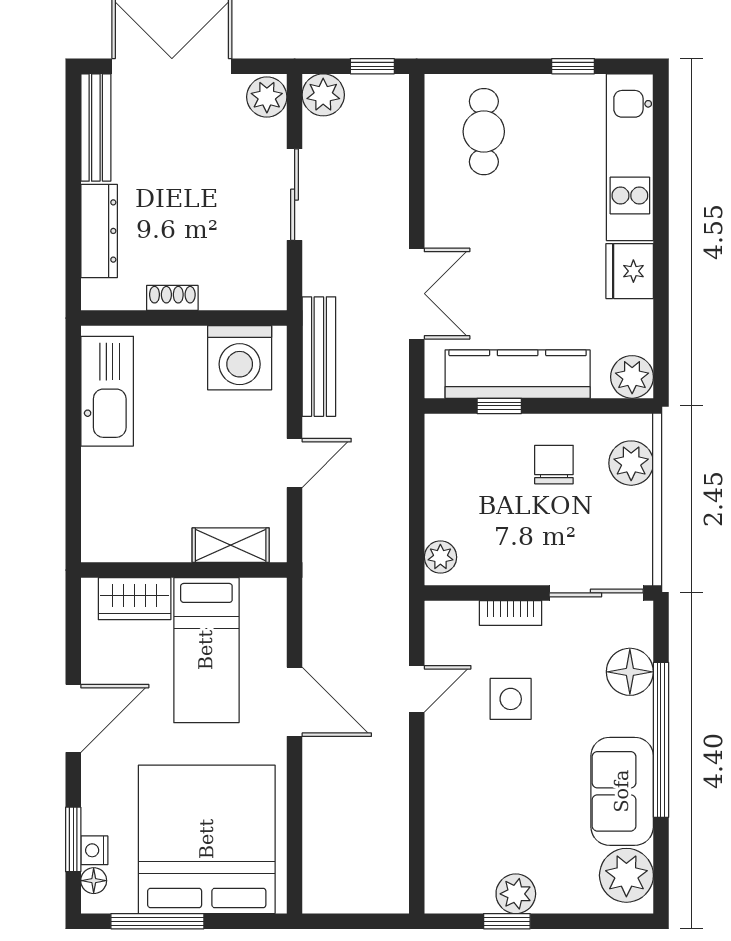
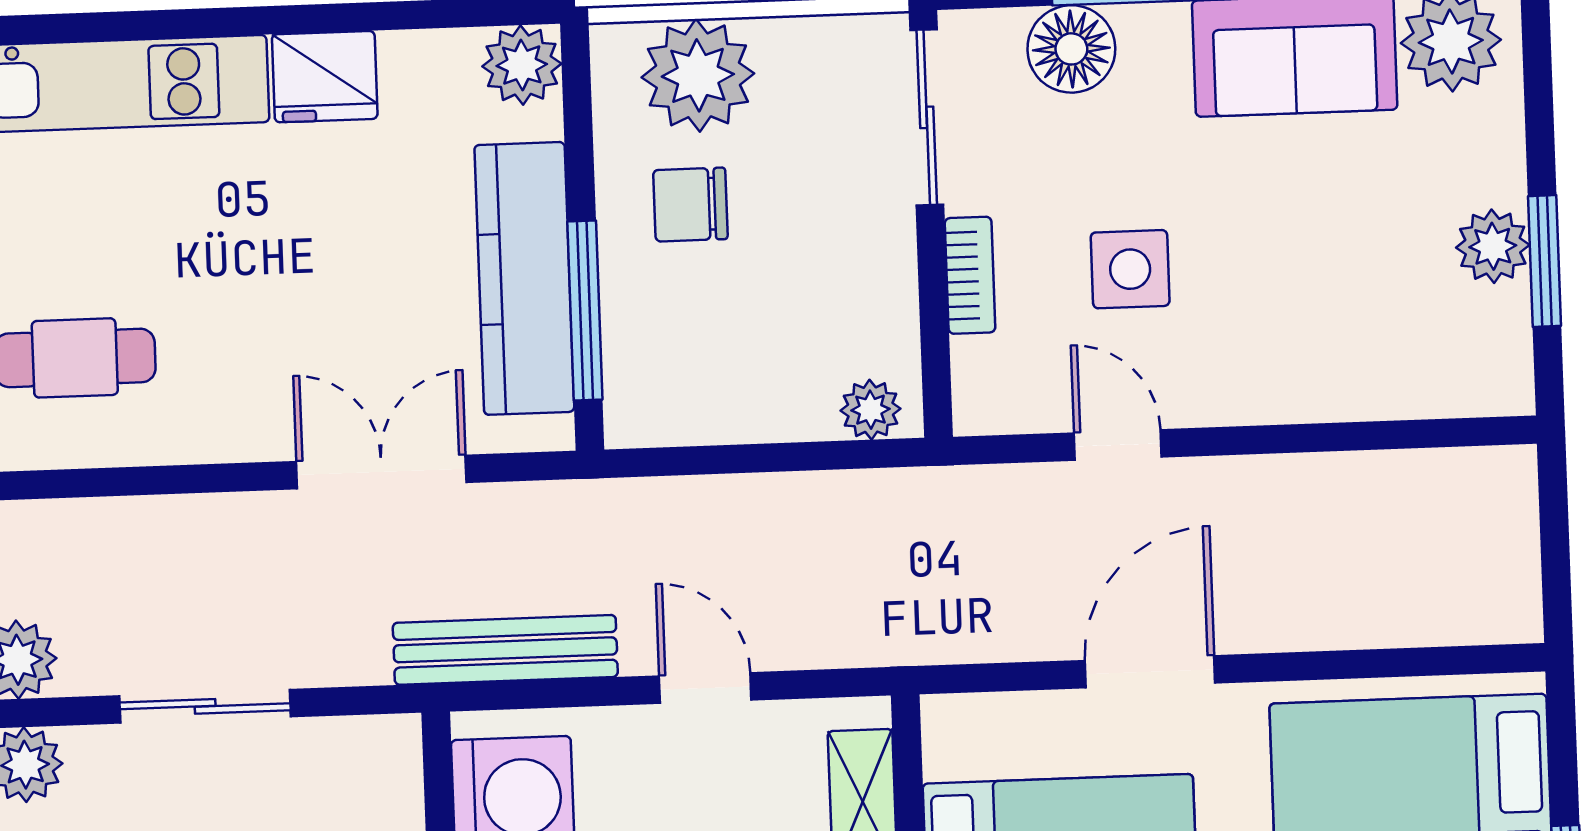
window: (499, 406) -> (585, 311), width x2.17
plant: (631, 463) -> (698, 75), width x1.36, depth x1.36
window: (507, 921) -> (1545, 261), width x1.50

